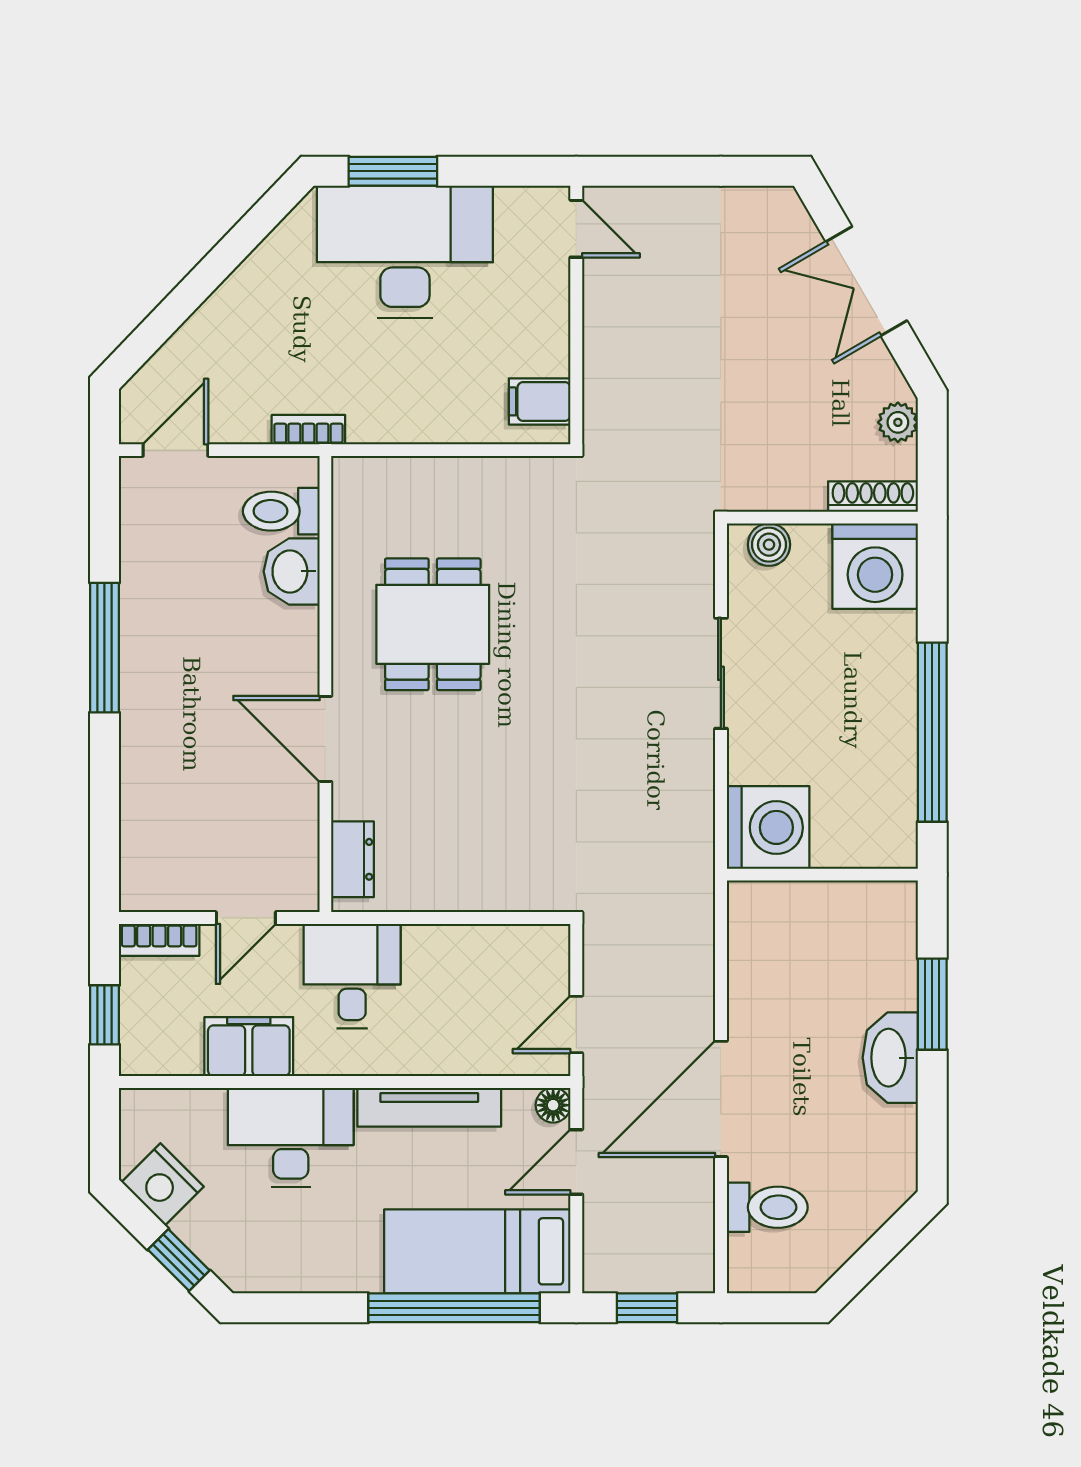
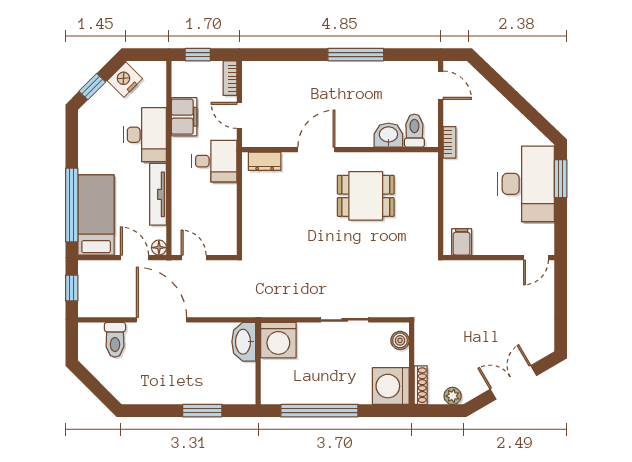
washbasin: (890, 1058) -> (244, 342), moved, turned -90

